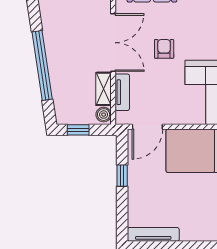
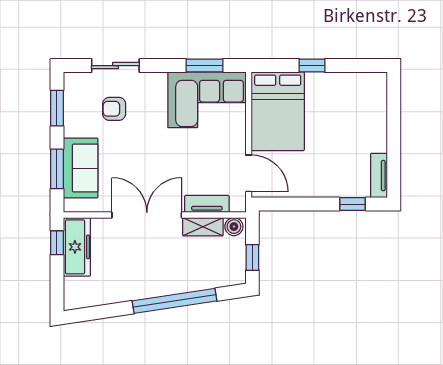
armchair: (164, 49) -> (114, 109), moved
window: (122, 176) -> (353, 204), moved
tv unit: (153, 234) -> (379, 176), width x0.71

